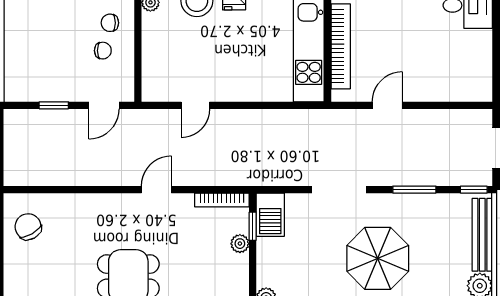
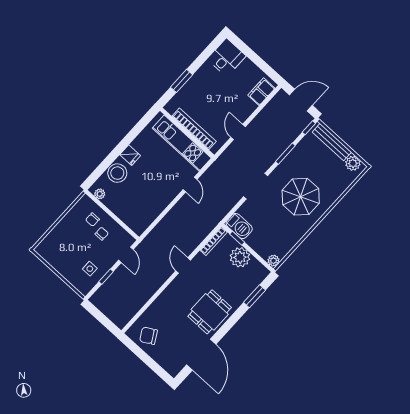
side table: (45, 76) -> (90, 269), added
filing cabinet: (465, 88) -> (261, 92), added
door: (195, 105) -> (190, 185), moved
plant: (240, 244) -> (240, 257), width x1.88, depth x1.88

